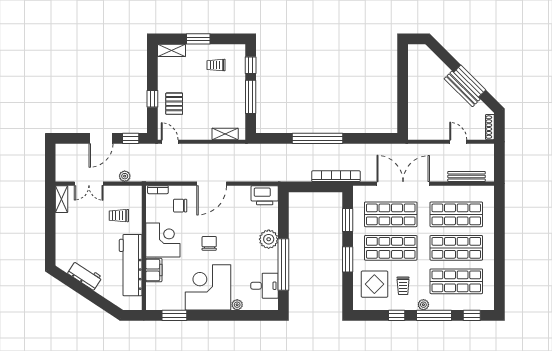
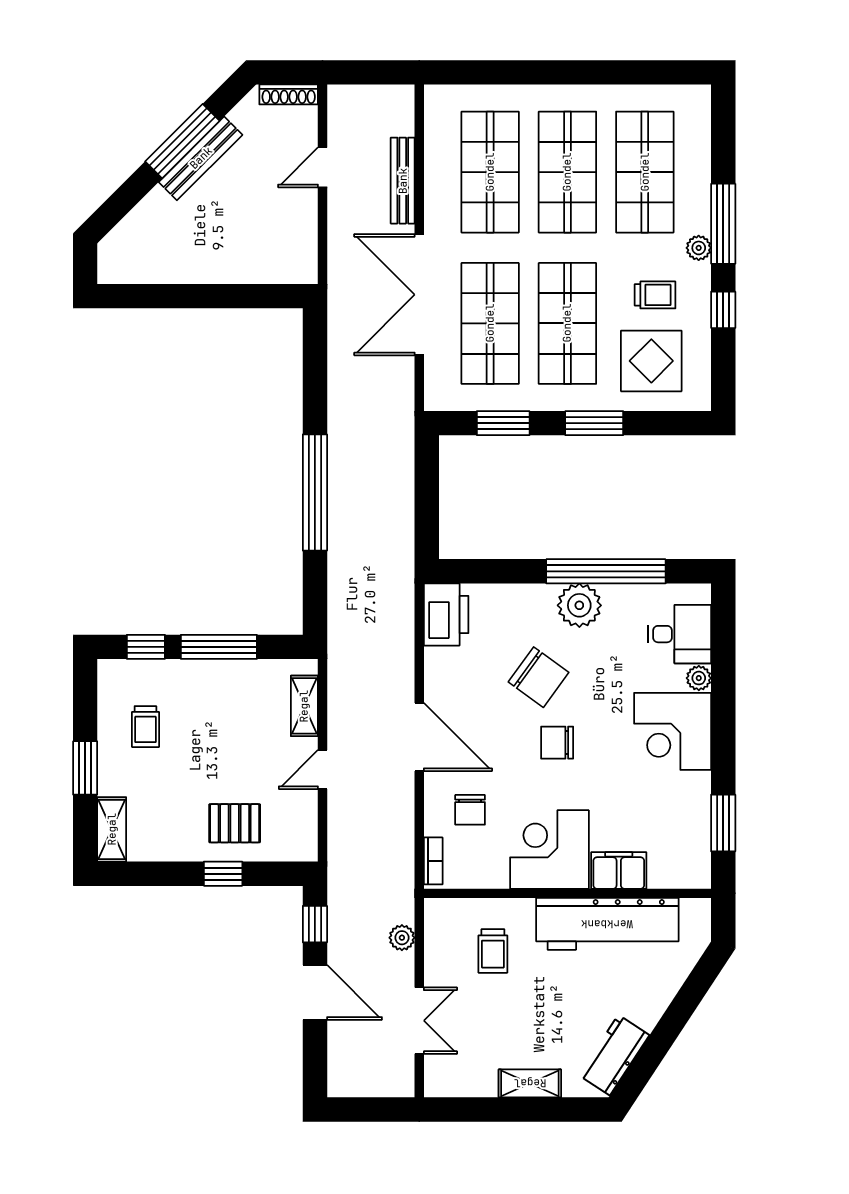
door: (170, 142) -> (323, 769), moved
bookcase: (336, 176) -> (402, 450), removed
bench: (467, 176) -> (403, 181), moved
shelving: (62, 199) -> (530, 1083), moved
chair: (238, 235) -> (539, 677), added
plant: (269, 239) -> (579, 605), moved
workbench: (85, 275) -> (614, 1055), moved
desk: (264, 286) -> (680, 634), moved, turned 90
corner desk: (208, 287) -> (673, 731), width x0.74, depth x0.74
window: (472, 315) -> (723, 136), removed

